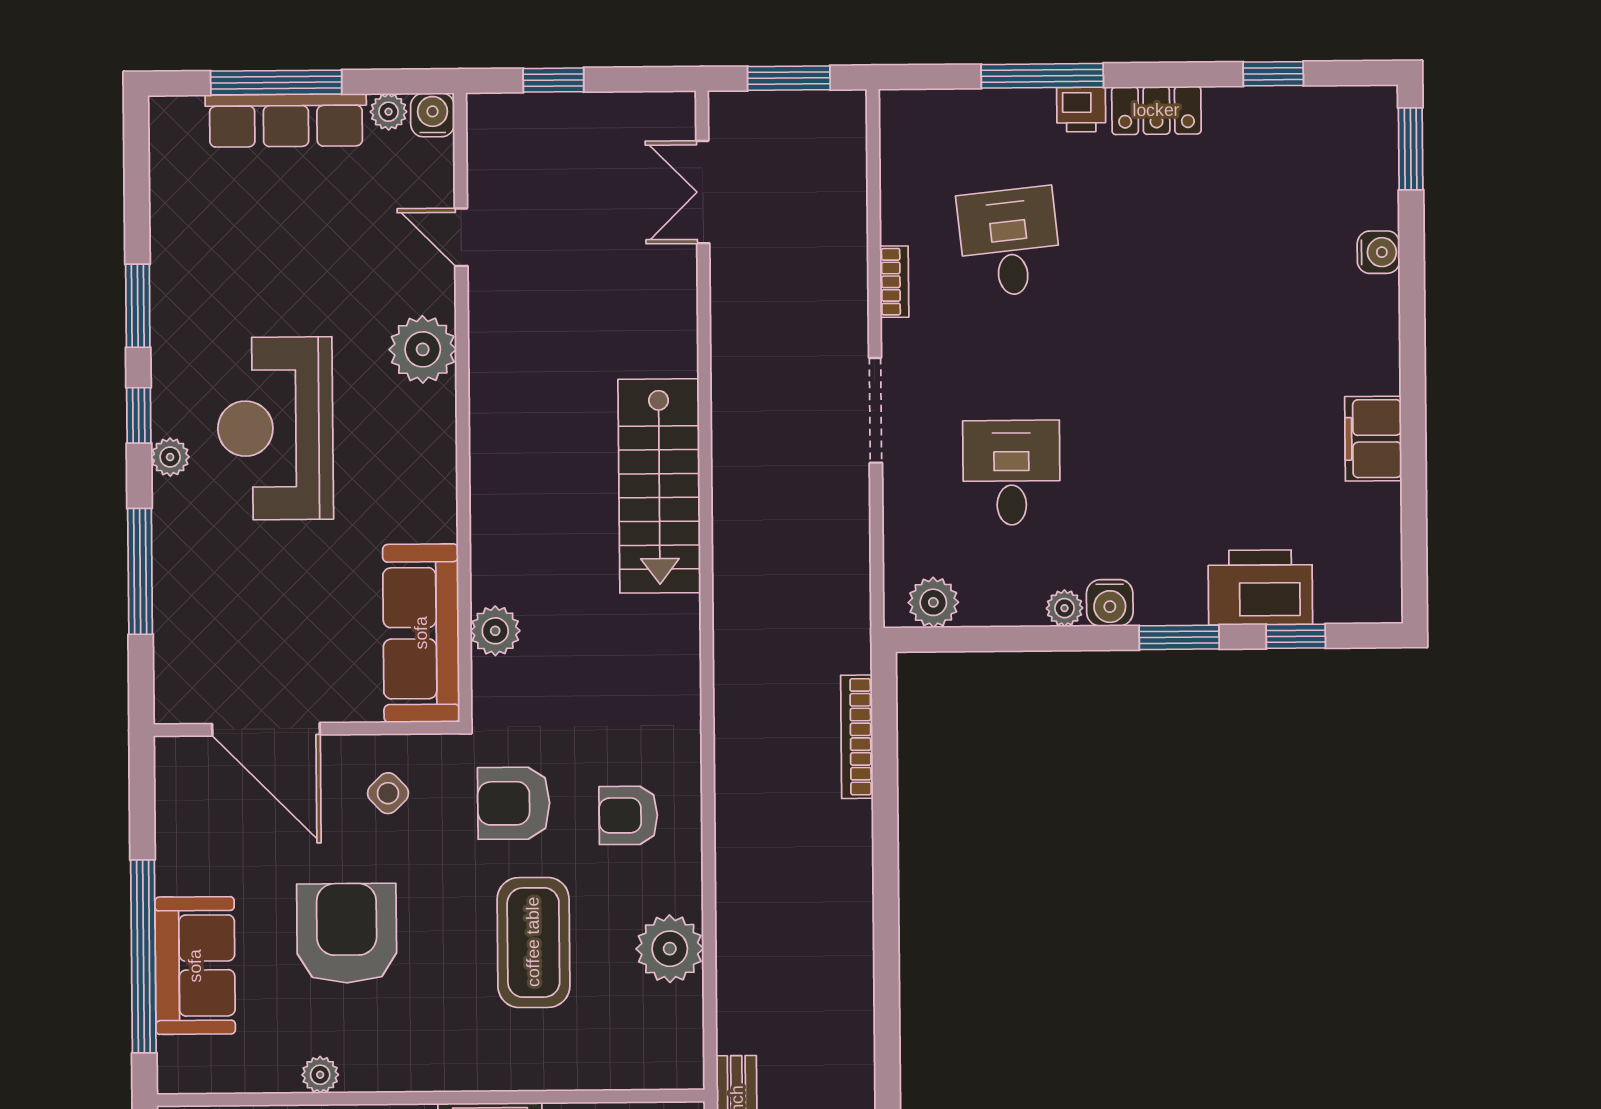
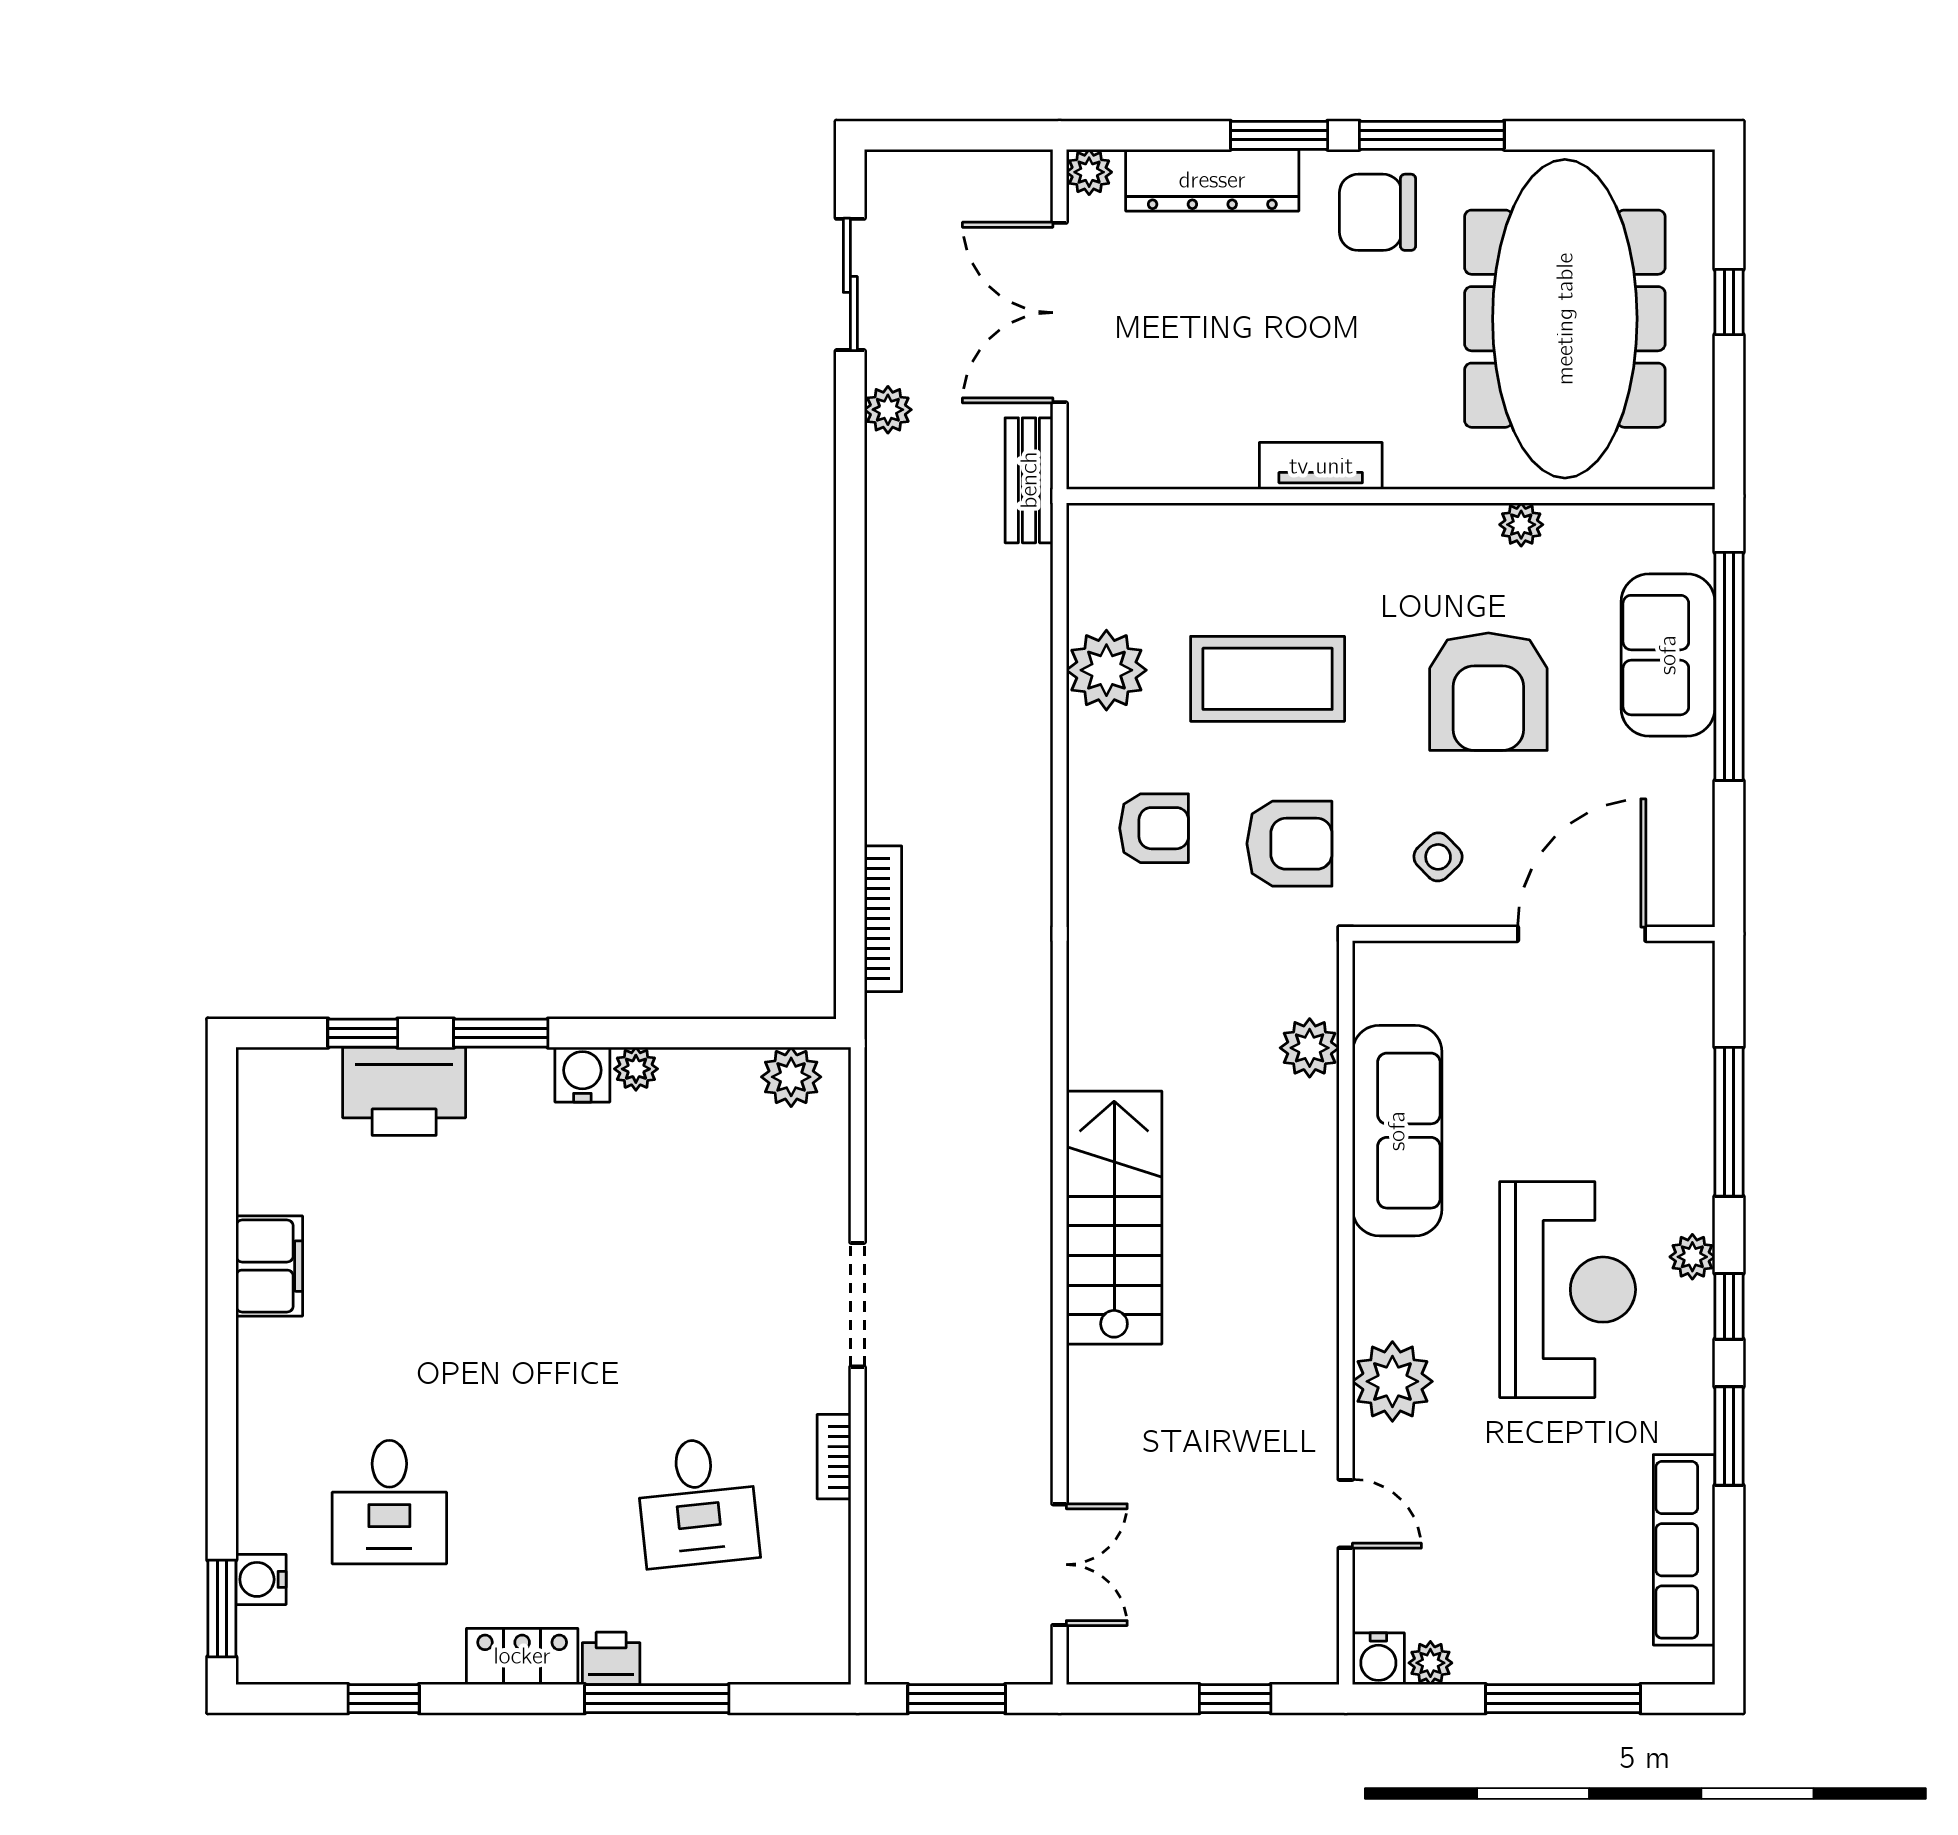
row of seats: (286, 120) -> (1684, 1550), moved, turned -90
water cooler: (1378, 252) -> (261, 1579), moved
desk: (1011, 473) -> (389, 1502), moved
sofa: (421, 633) -> (1397, 1131), moved
door: (266, 729) -> (1582, 934), hinge flipped
coffee table: (533, 942) -> (1268, 679), turned 90

